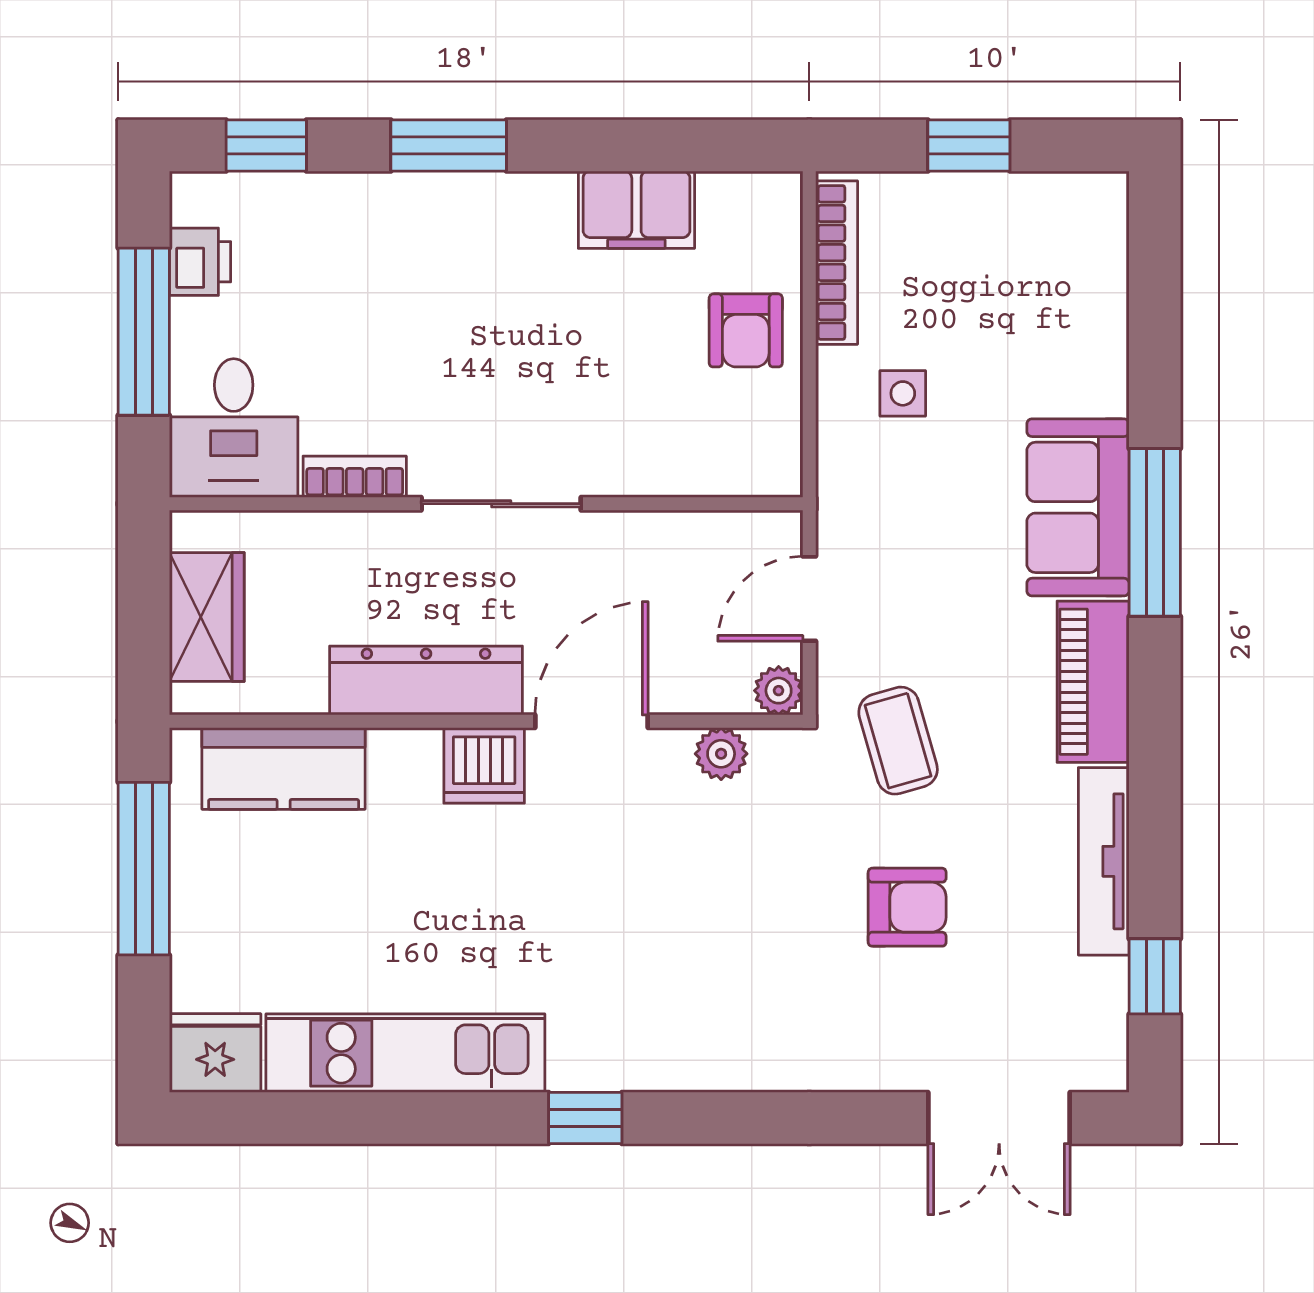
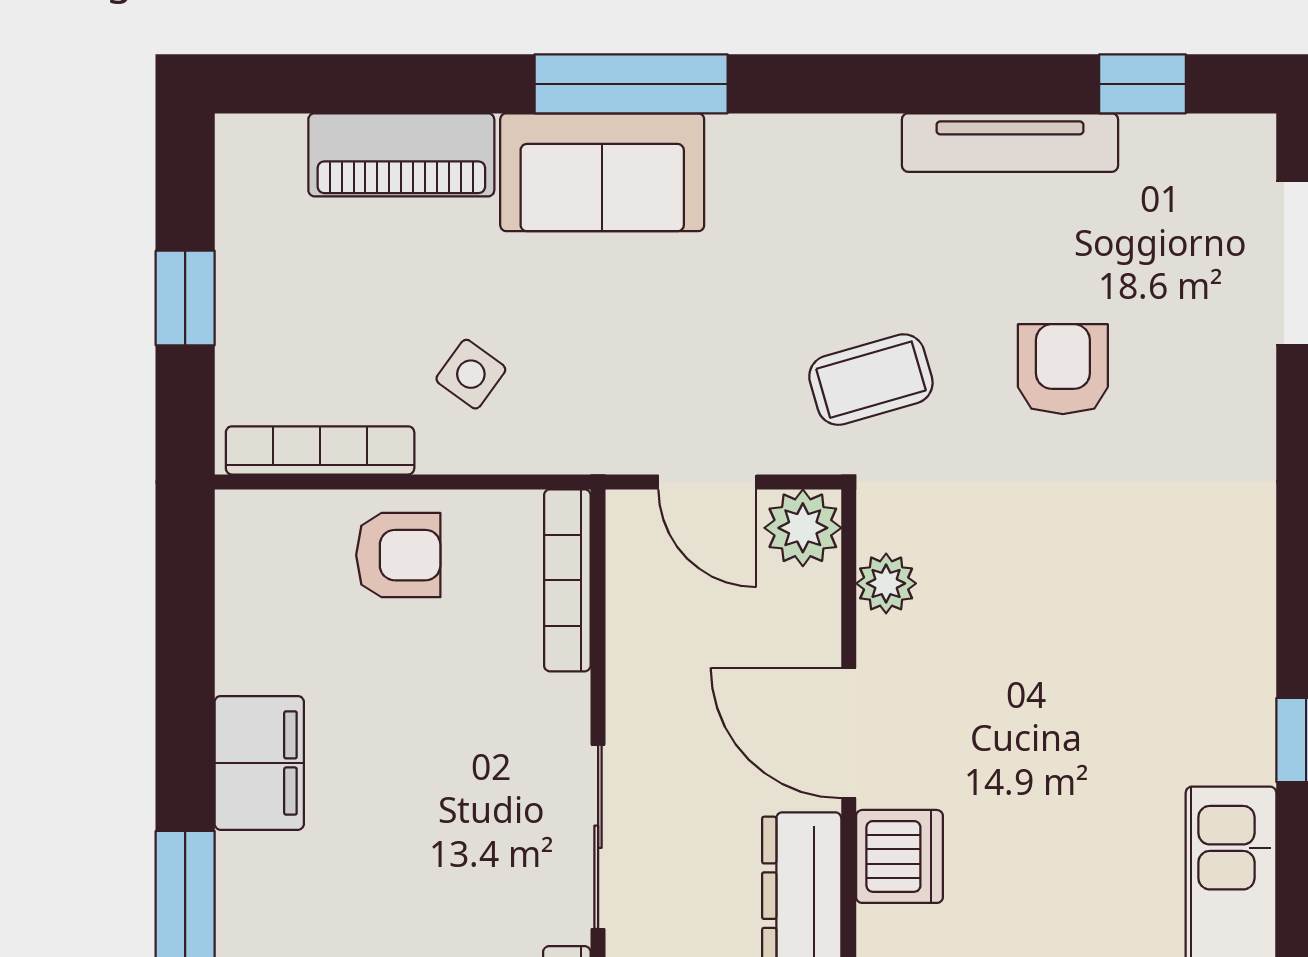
filing cabinet: (636, 210) -> (259, 763), moved
side table: (903, 393) -> (471, 374), turned 36
bookcase: (724, 477) -> (567, 580), added
piano: (1093, 682) -> (401, 155), moved
plant: (779, 691) -> (803, 528), width x1.38, depth x1.38

